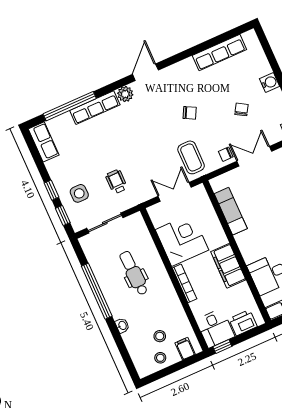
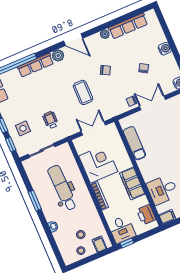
plant: (188, 64) -> (105, 34), added
door: (145, 72) -> (73, 40), swing flipped
coffee table: (191, 157) -> (83, 92), moved
dental chair: (134, 273) -> (62, 188), width x1.36, depth x1.38
window: (97, 291) -> (35, 201), width x0.47
printer: (243, 323) -> (146, 215), moved, turned -90

